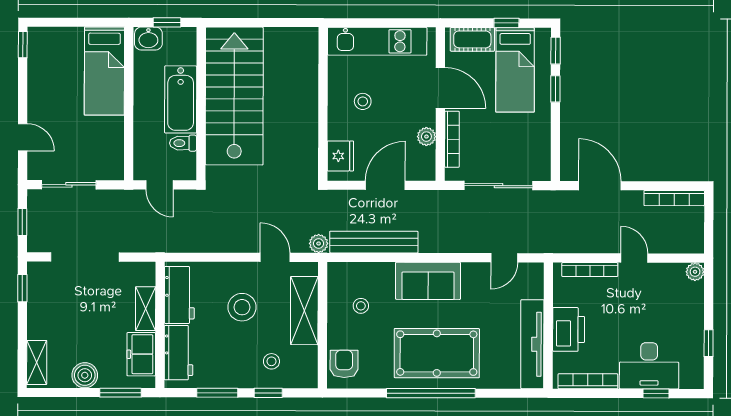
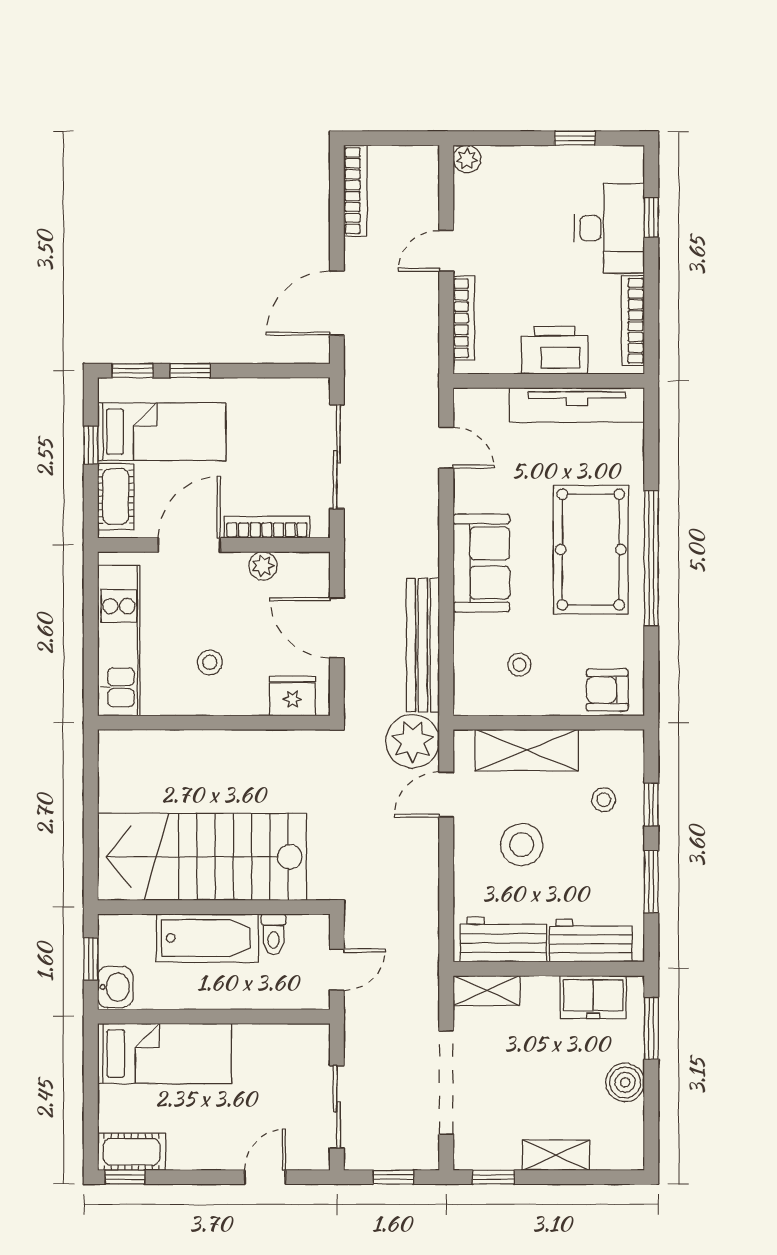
cot: (39, 49) -> (132, 1152), added
plant: (319, 244) -> (413, 741), width x1.87, depth x1.87
shelving: (146, 309) -> (486, 991), moved
shelving: (37, 362) -> (556, 1155), moved

